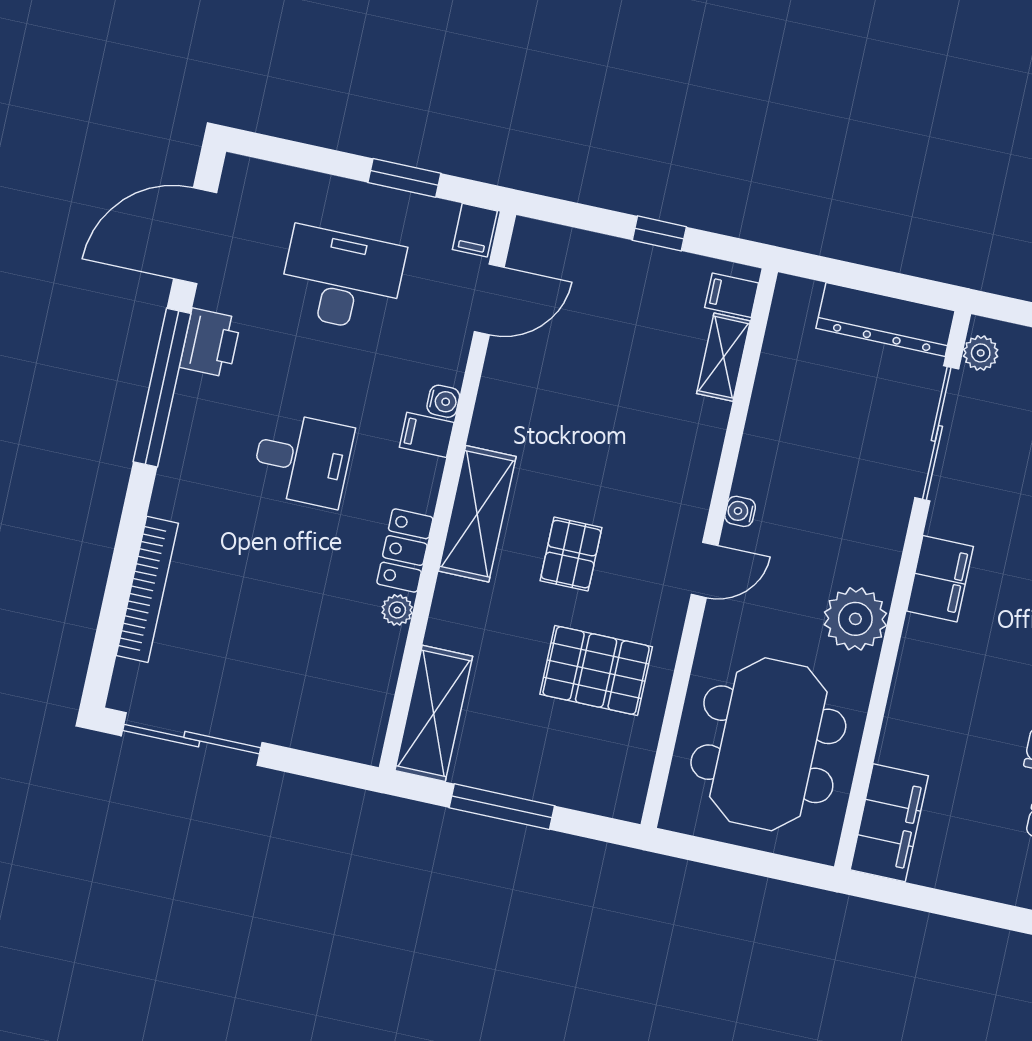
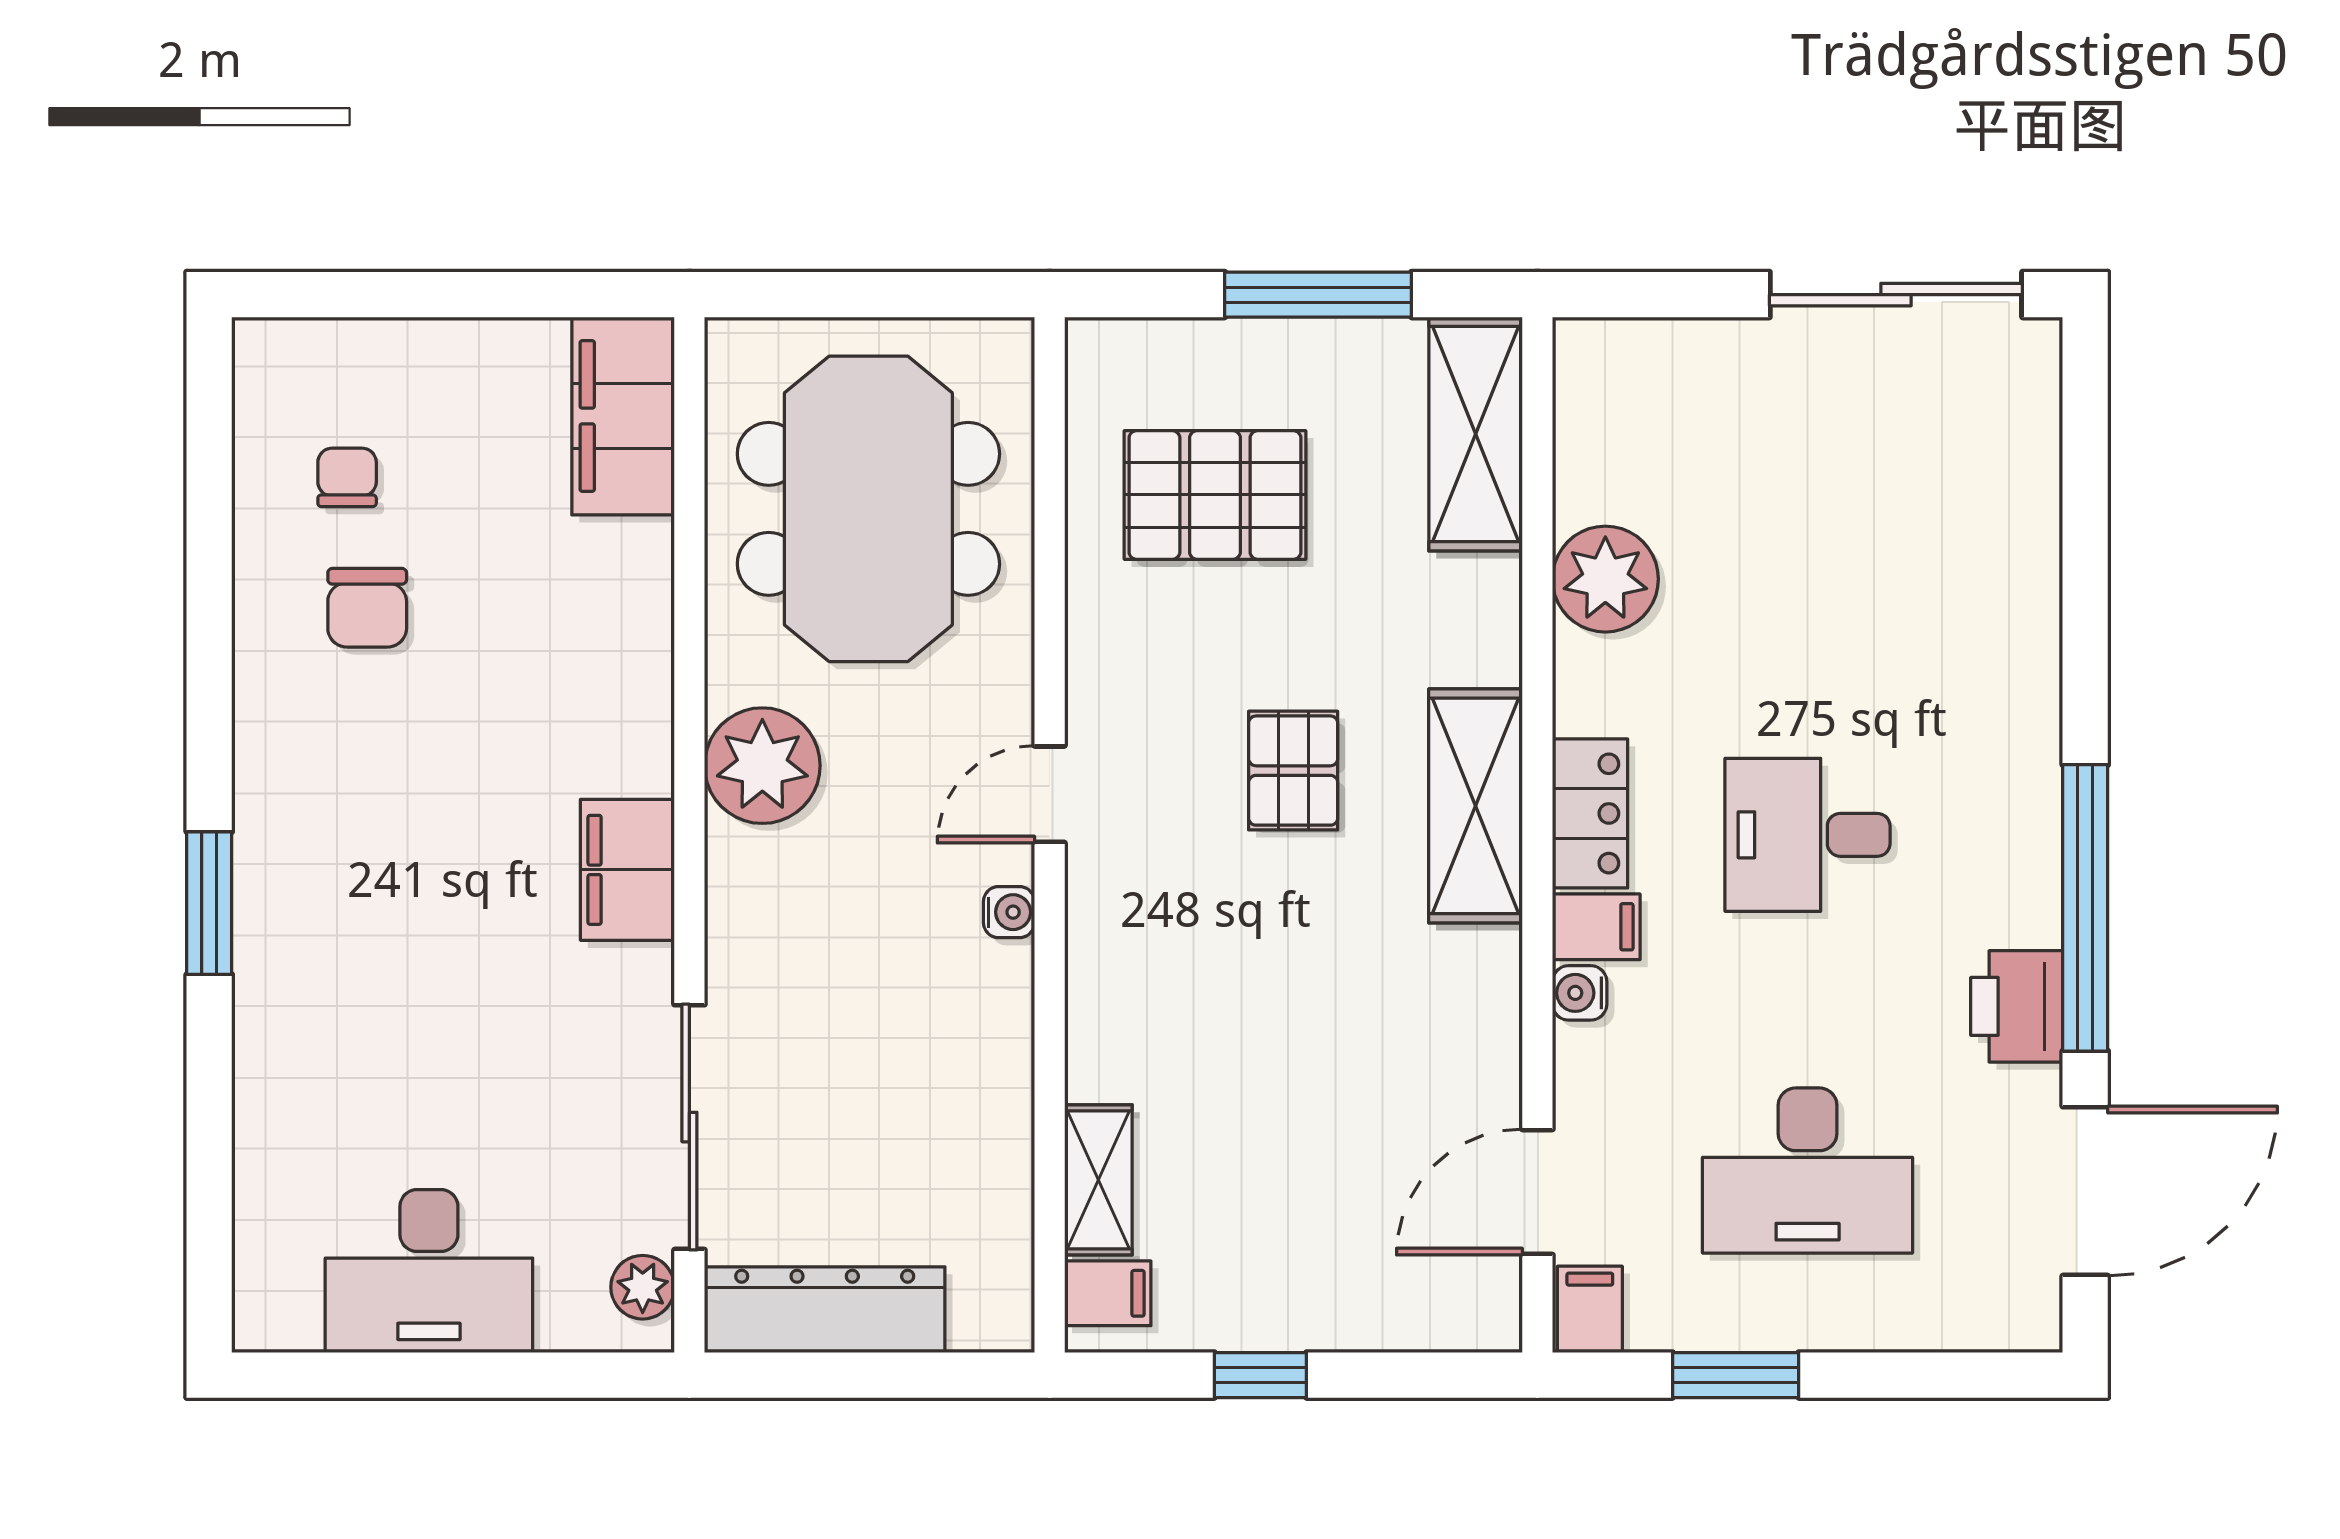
locker: (405, 550) -> (1590, 813), moved
bookcase: (147, 589) -> (2033, 544), removed
plant: (397, 610) -> (1605, 579), width x1.87, depth x1.87
pallet: (596, 670) -> (1215, 495), moved

